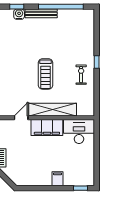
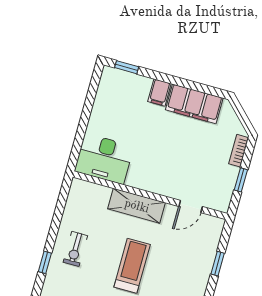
shelving: (53, 110) -> (137, 206), width x0.68
filing cabinet: (47, 128) -> (194, 104), moved, turned 180

